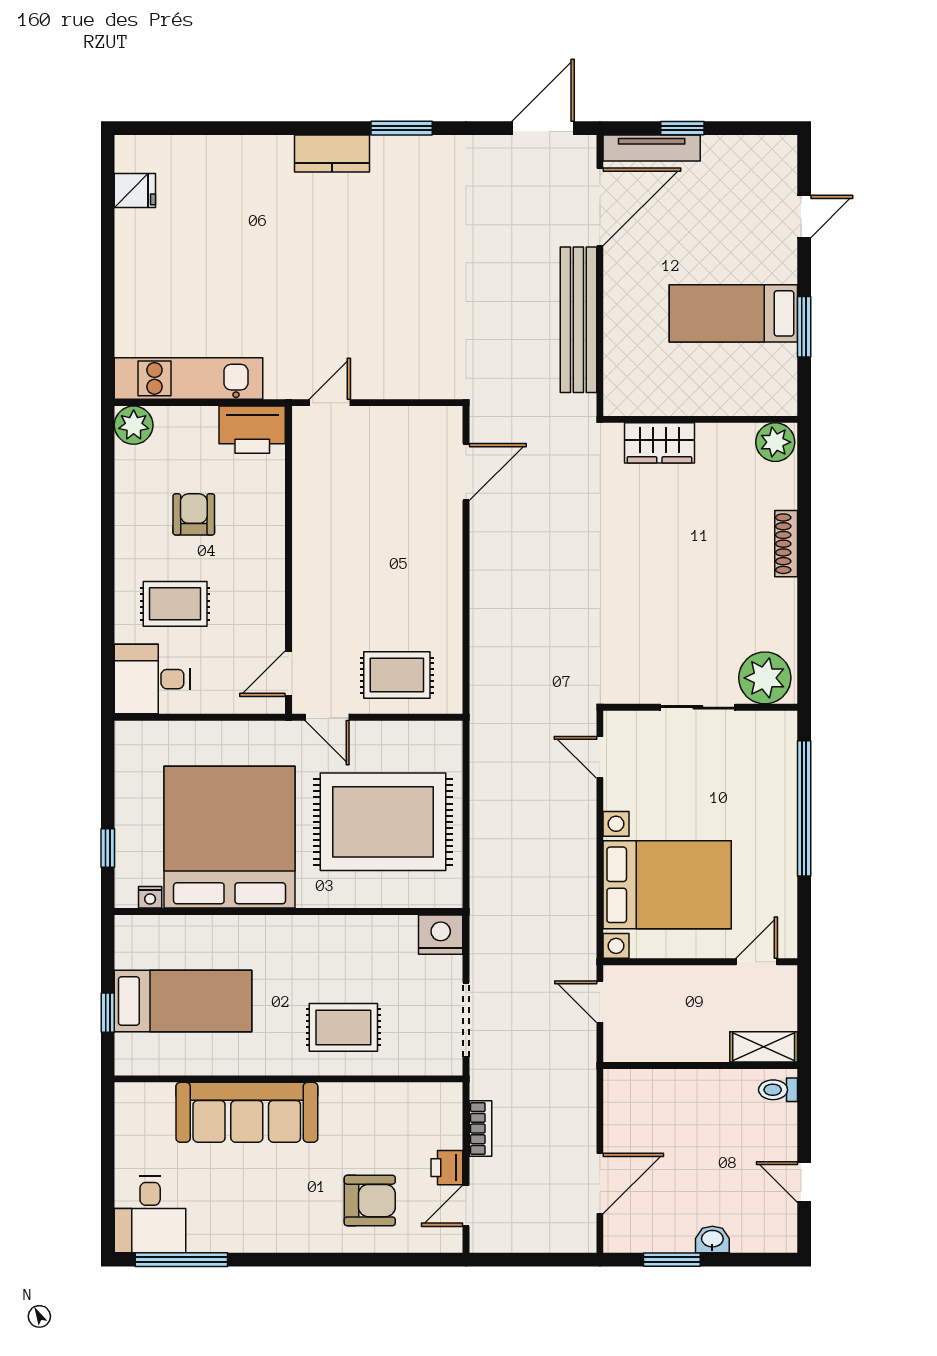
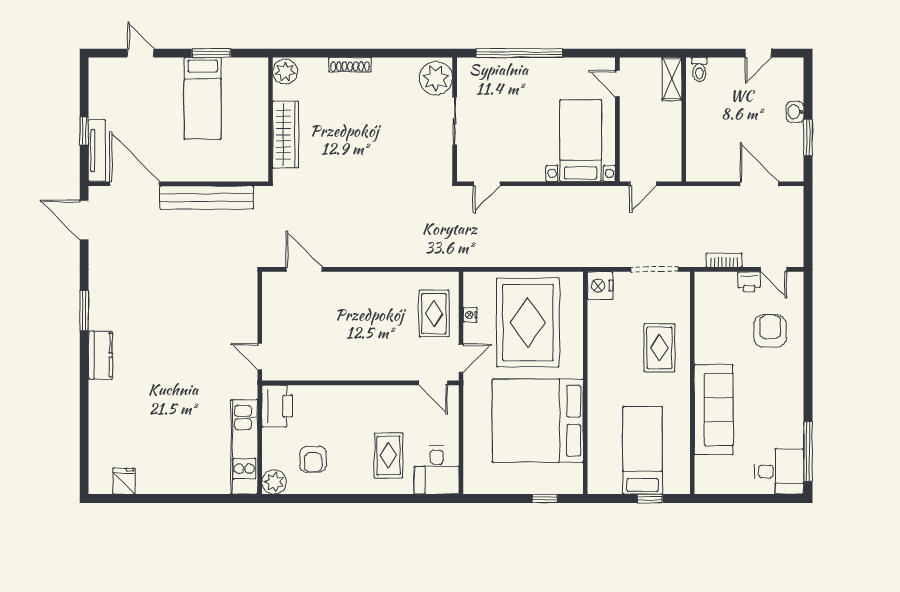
wardrobe: (659, 443) -> (286, 134), width x1.50
armchair: (194, 514) -> (313, 459), moved, turned -90
bed with nightstands: (667, 885) -> (581, 141), width x0.73
nightstand: (150, 897) -> (470, 315), moved, turned 180

